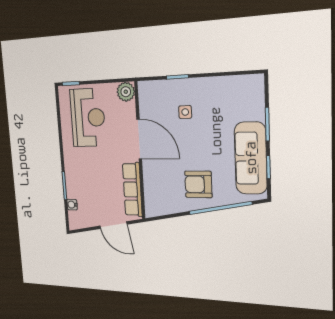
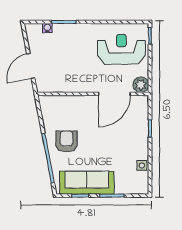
side table: (185, 112) -> (142, 165), moved
reception desk: (88, 118) -> (121, 49), turned 180
door: (139, 139) -> (114, 94), moved
row of seats: (132, 190) -> (61, 85), removed

